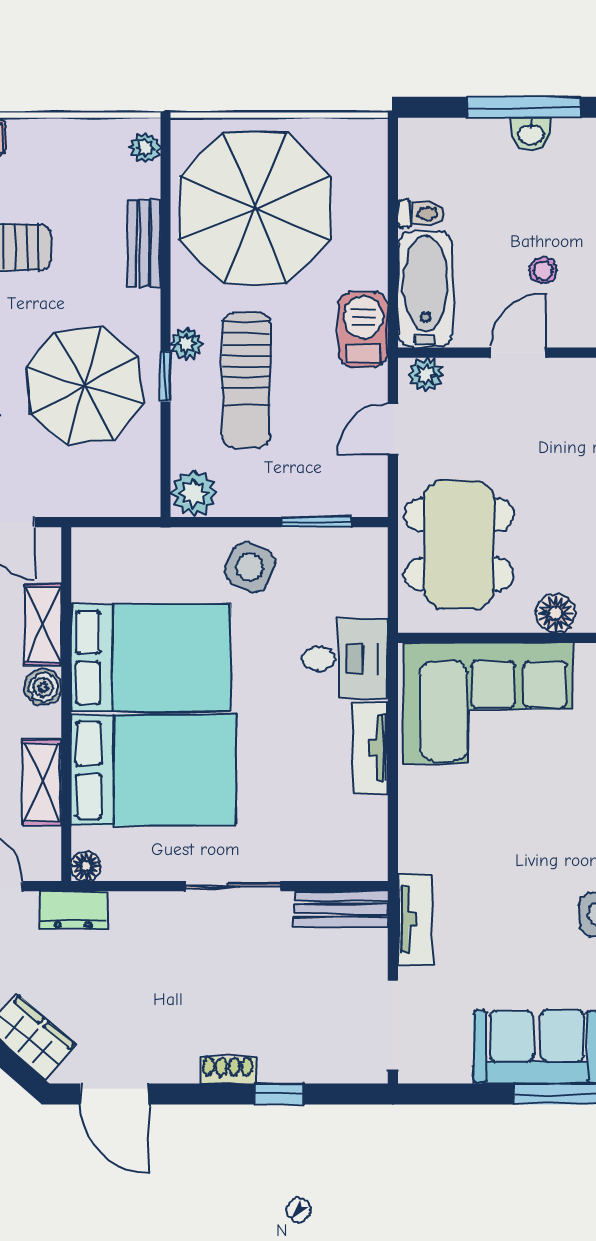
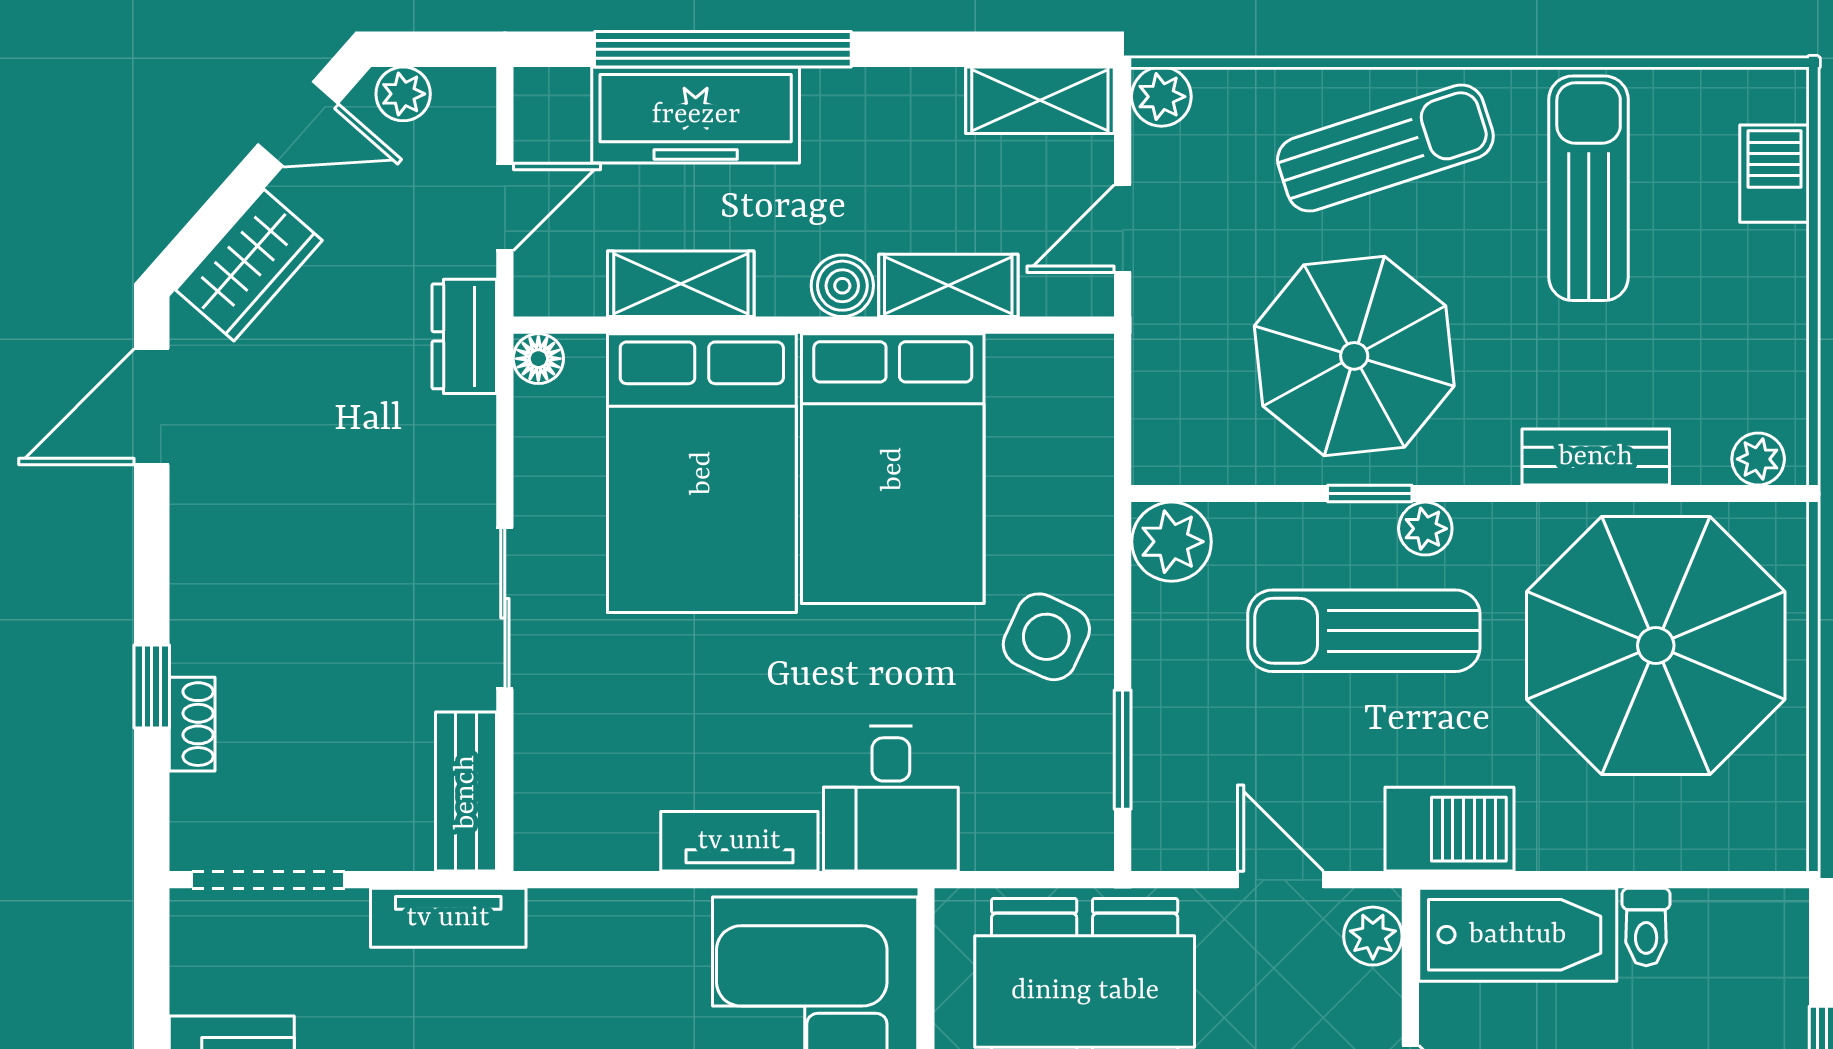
shoe rack: (228, 1070) -> (192, 724), moved

